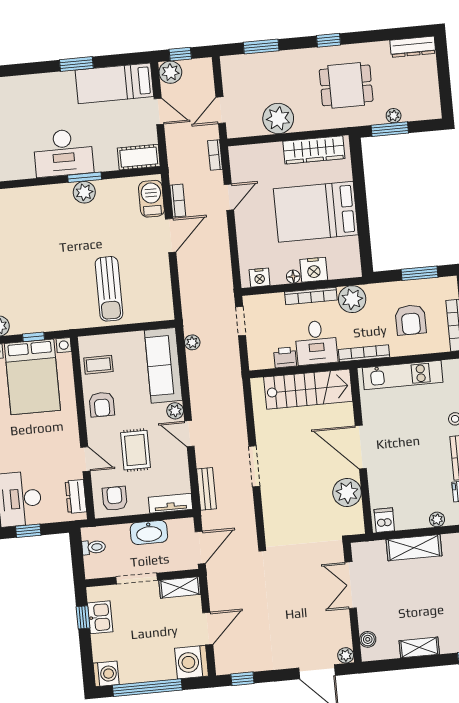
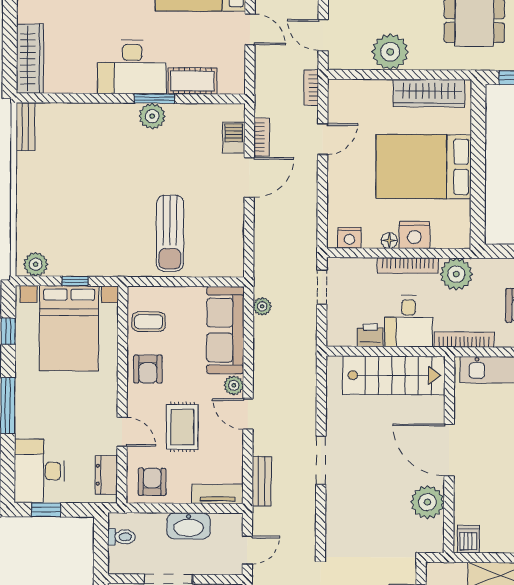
door: (221, 110) -> (323, 35), hinge flipped
cot: (139, 157) -> (192, 81), moved
barbecue: (151, 199) -> (234, 138), width x0.73, depth x0.79
door: (200, 548) -> (247, 550), width x0.73

